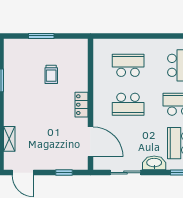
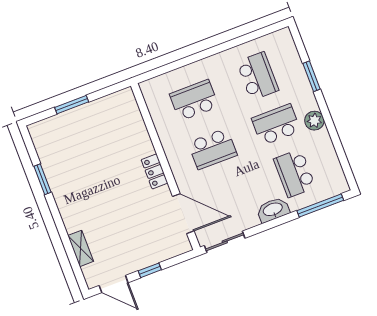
trolley: (51, 74) -> (102, 148), removed
window: (64, 173) -> (150, 270), moved
sliding door: (126, 173) -> (225, 242), moved

